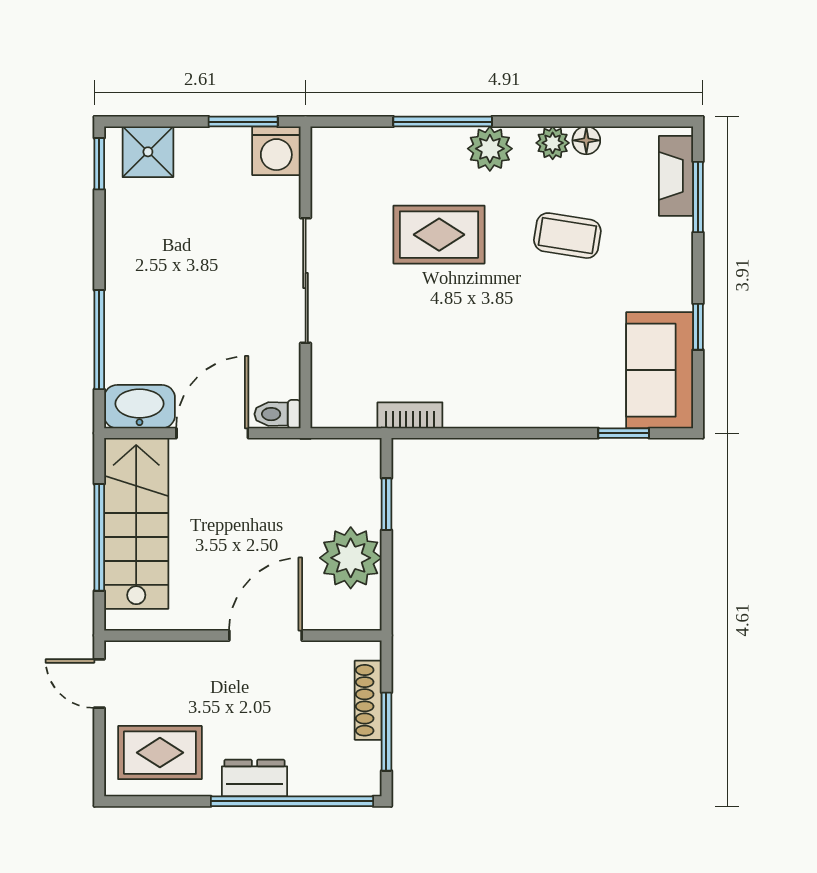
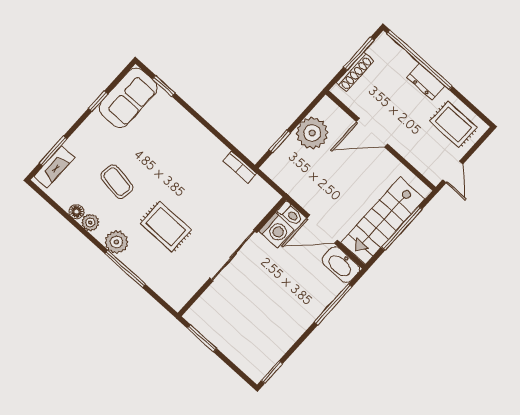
washing machine: (276, 151) -> (276, 230), moved, turned 90
shower: (148, 152) -> (249, 360), removed

